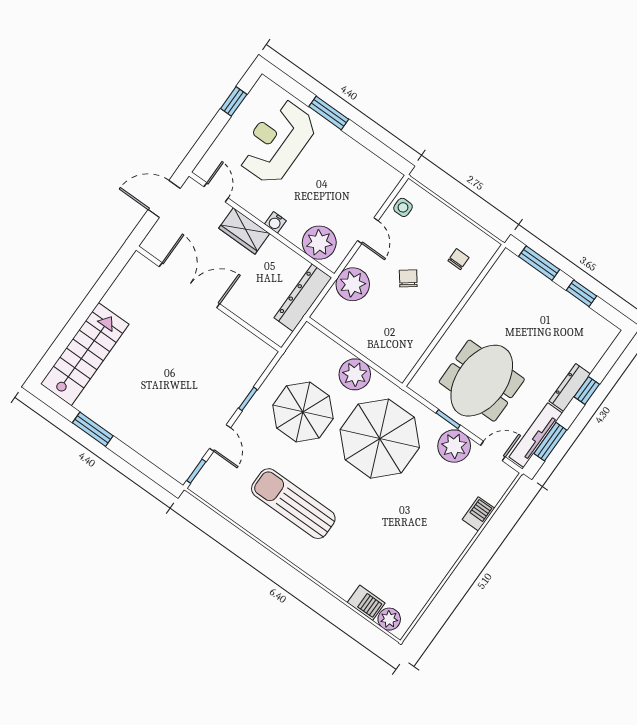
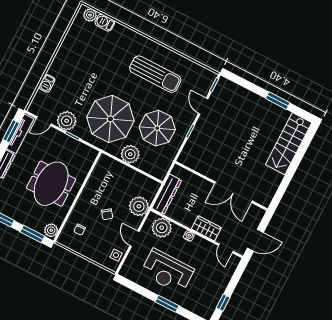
reception desk: (277, 142) -> (167, 271), moved, turned 90
plant: (507, 265) -> (51, 230), added
meeting table: (482, 381) -> (51, 184), moved

